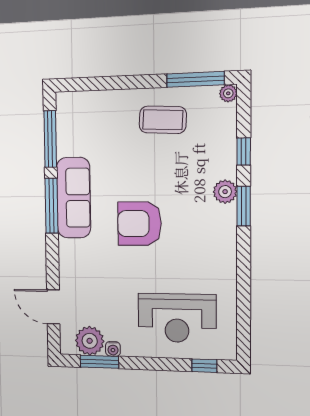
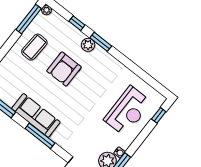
window: (51, 206) -> (40, 136), moved
armchair: (139, 224) -> (64, 69), moved

